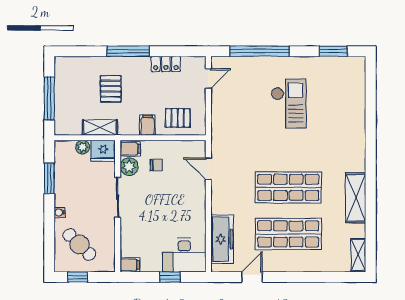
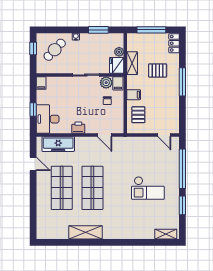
window: (333, 51) -> (182, 205), moved
locker: (166, 64) -> (174, 43), moved
door: (208, 169) -> (105, 135), swing flipped
printer: (197, 209) -> (78, 128), added
shelving: (358, 255) -> (166, 234), moved

